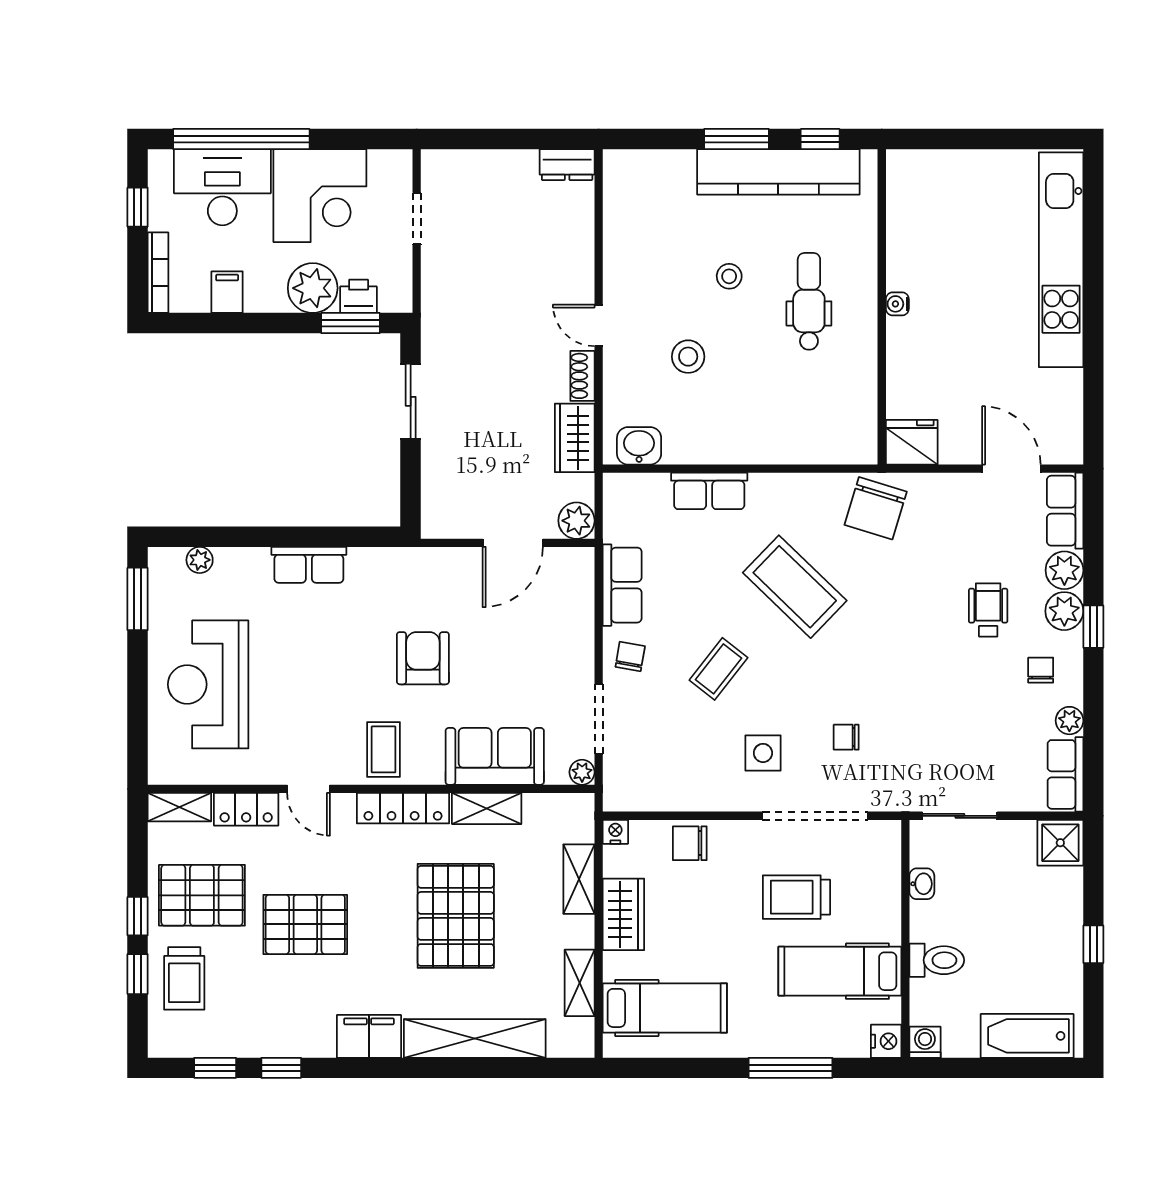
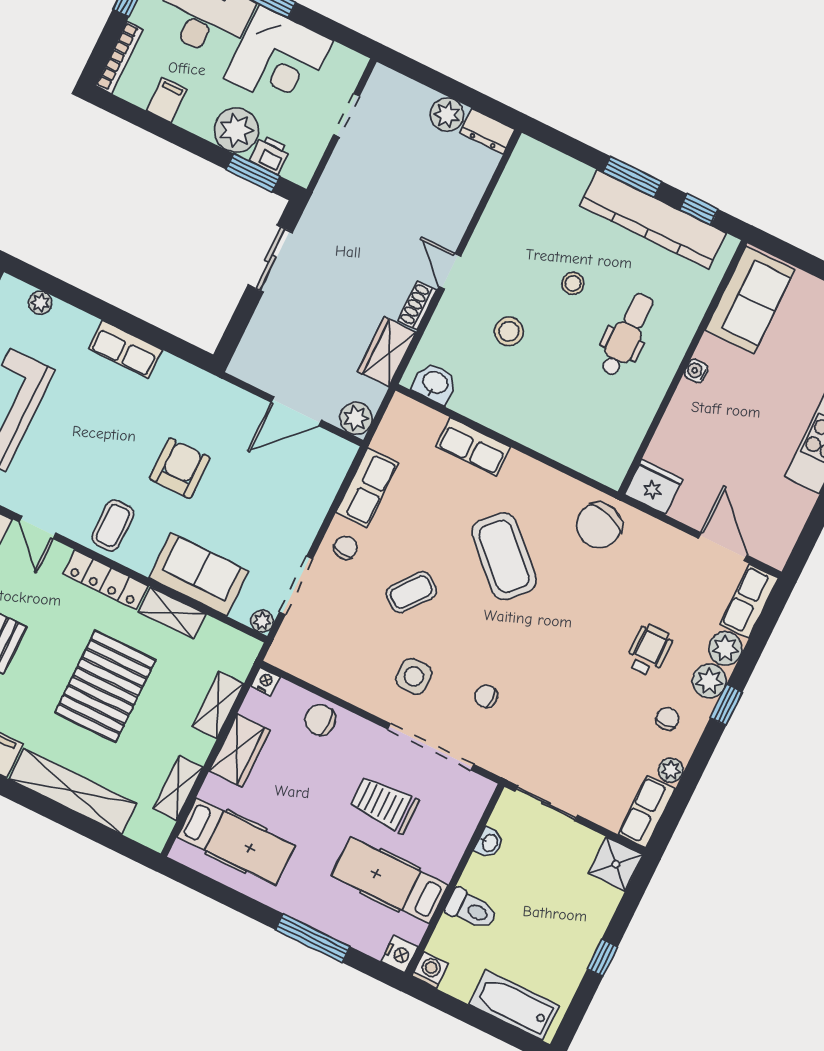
plant: (518, 168) -> (447, 115), added
sofa: (916, 205) -> (750, 300), added

